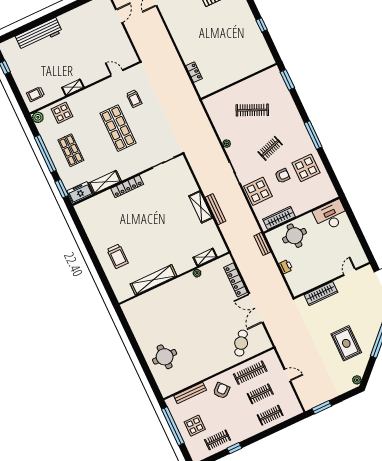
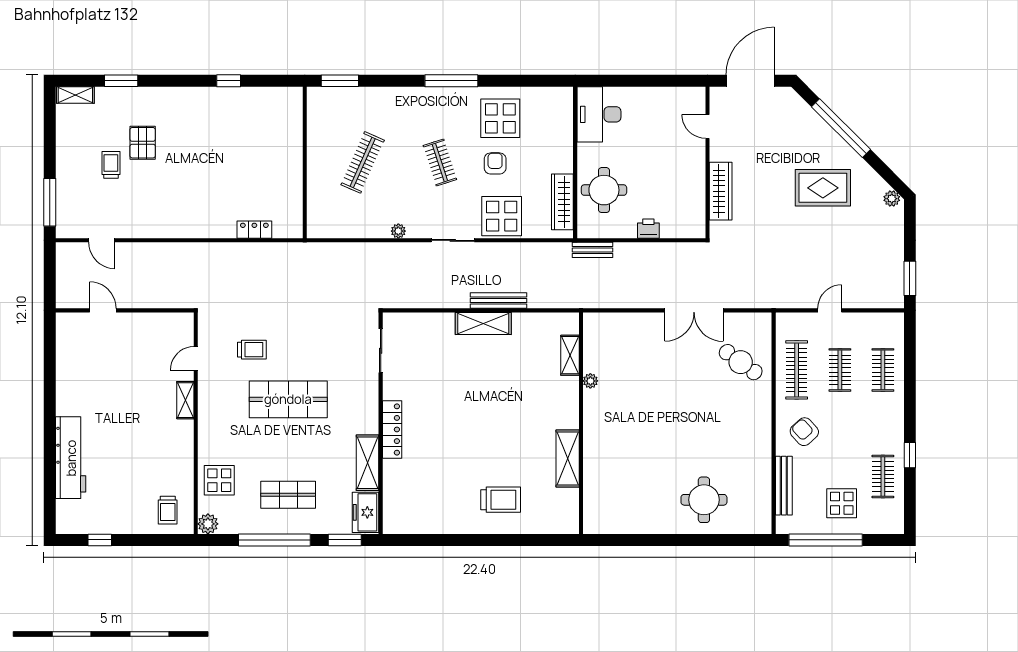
shelving: (73, 87) -> (185, 400), moved
shelving: (153, 280) -> (568, 458), width x0.68
locker: (236, 280) -> (631, 322), removed

